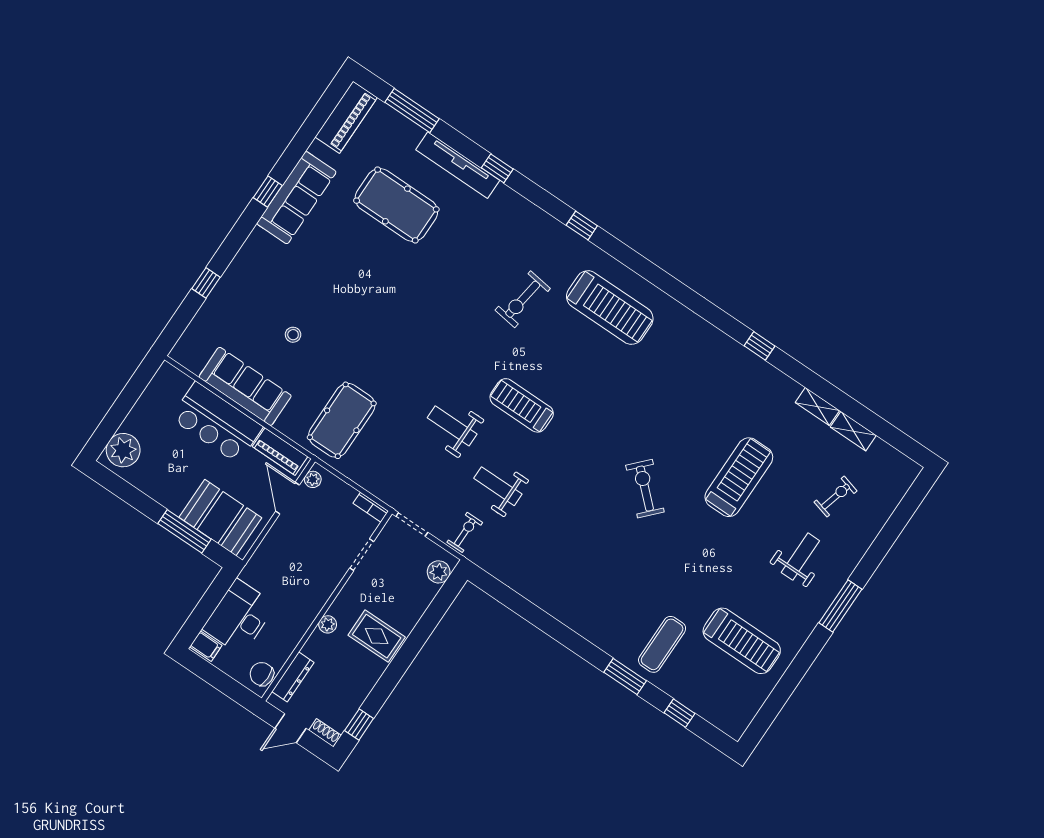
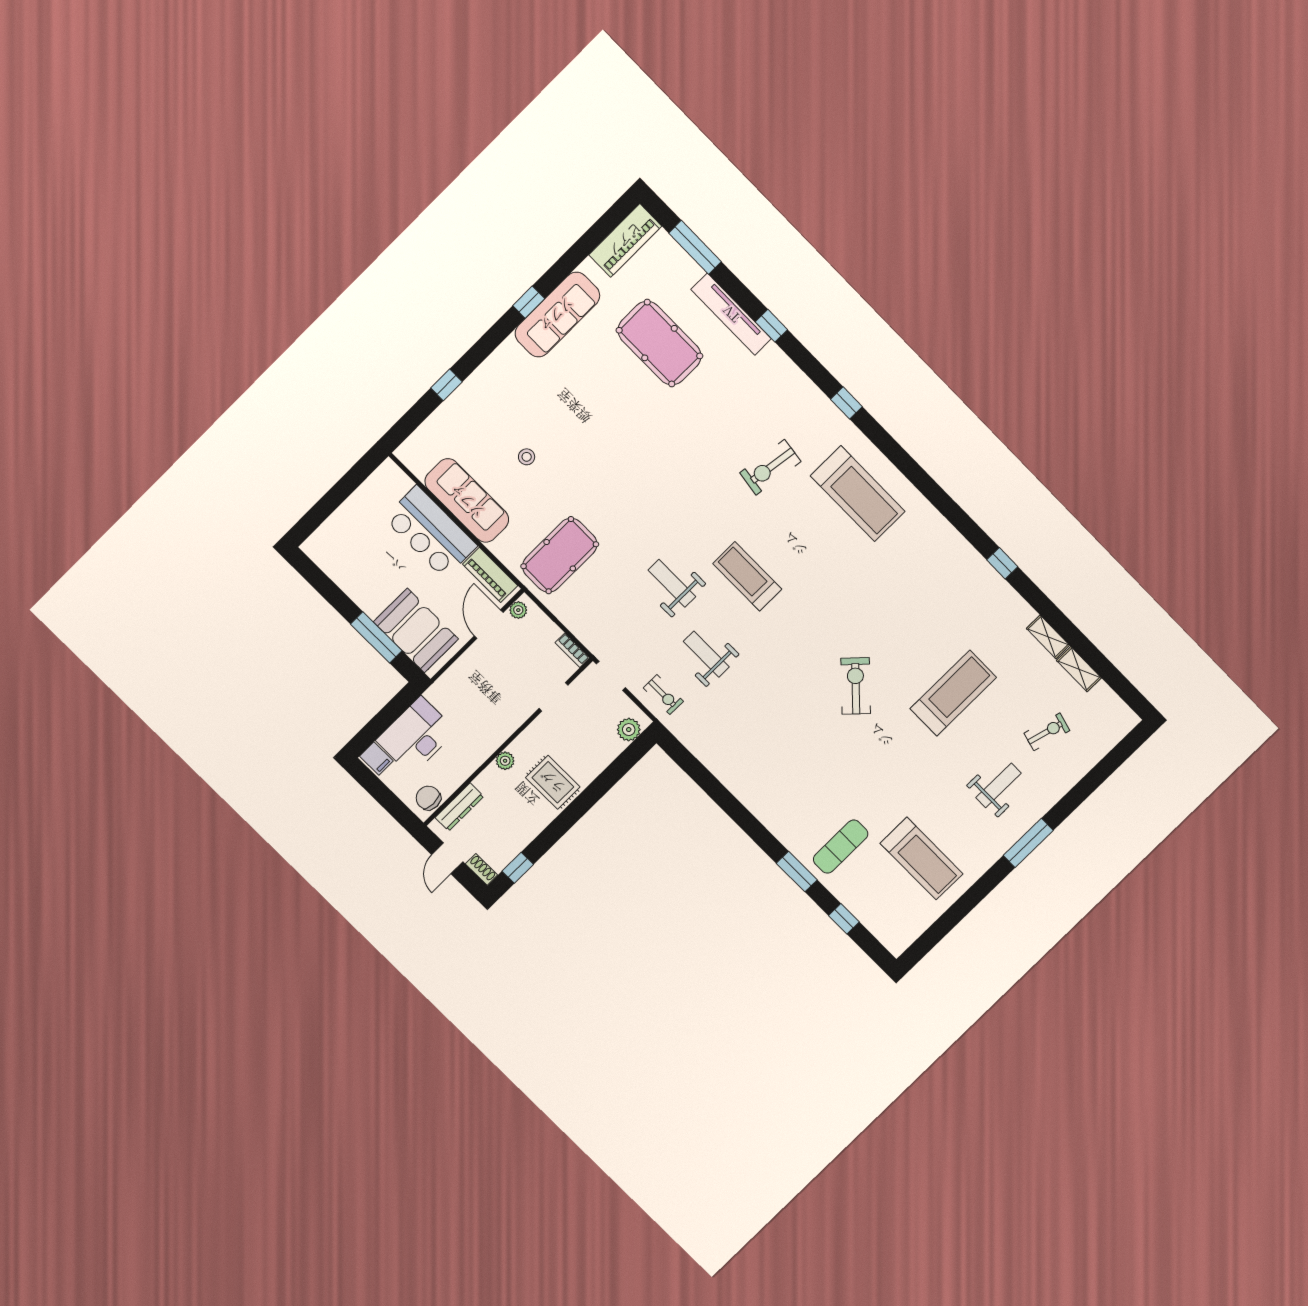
plant: (123, 450) -> (328, 542), removed
exercise bike: (465, 532) -> (663, 695), turned 90
door: (291, 728) -> (447, 858), hinge flipped

